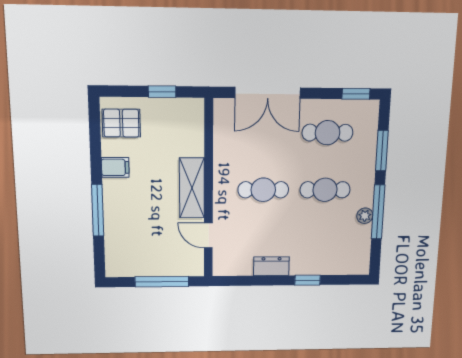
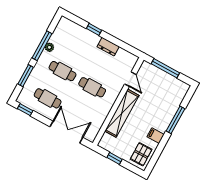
pallet: (121, 123) -> (141, 154), turned 90
shelving: (192, 188) -> (122, 113), width x1.47

